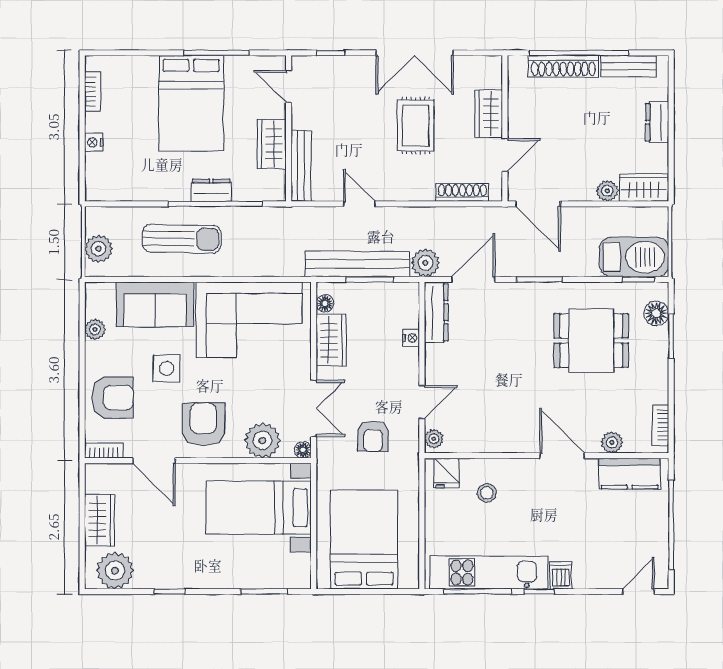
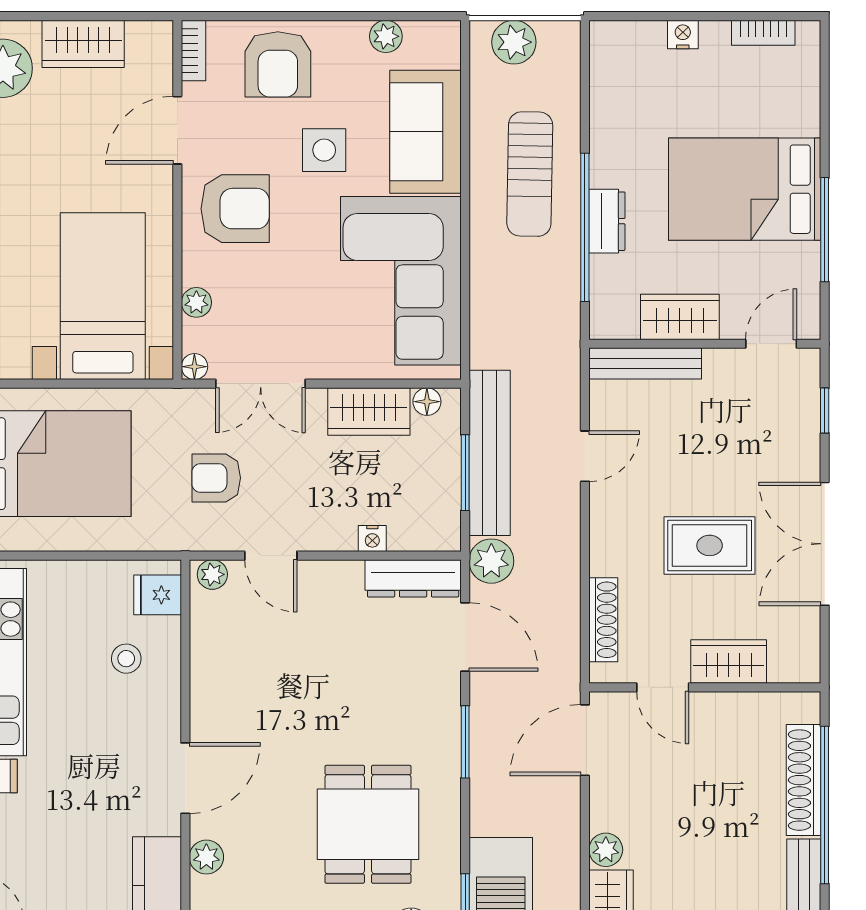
plant: (262, 440) -> (196, 302), width x0.53, depth x0.53

